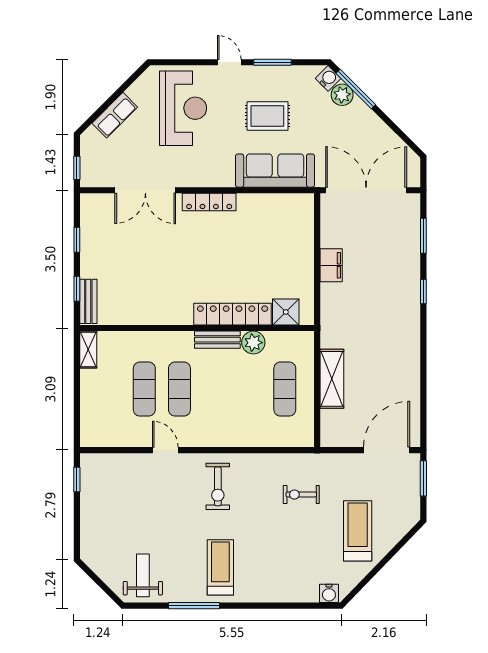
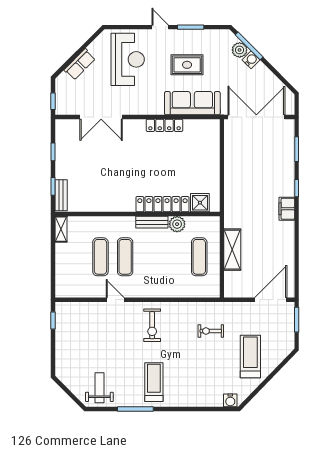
water cooler: (328, 78) -> (251, 60), moved
locker: (209, 202) -> (164, 125), moved
filing cabinet: (331, 265) -> (287, 209), moved, turned 180

